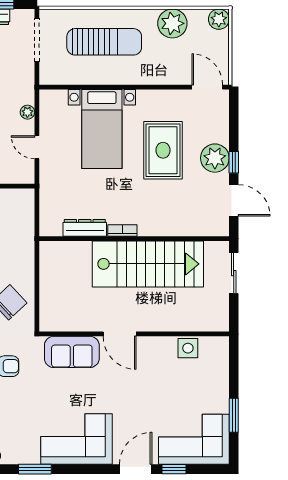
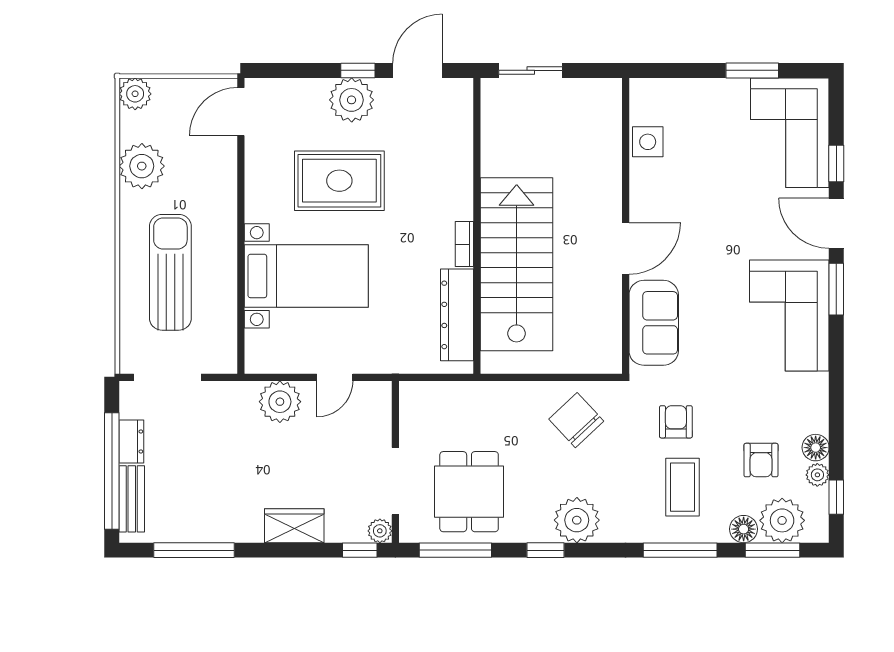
plant: (27, 112) -> (280, 402), width x1.88, depth x1.88
dresser: (85, 228) -> (457, 315), width x1.37, depth x1.24
stairs: (148, 264) -> (517, 264), moved
window: (35, 469) -> (836, 289), moved

